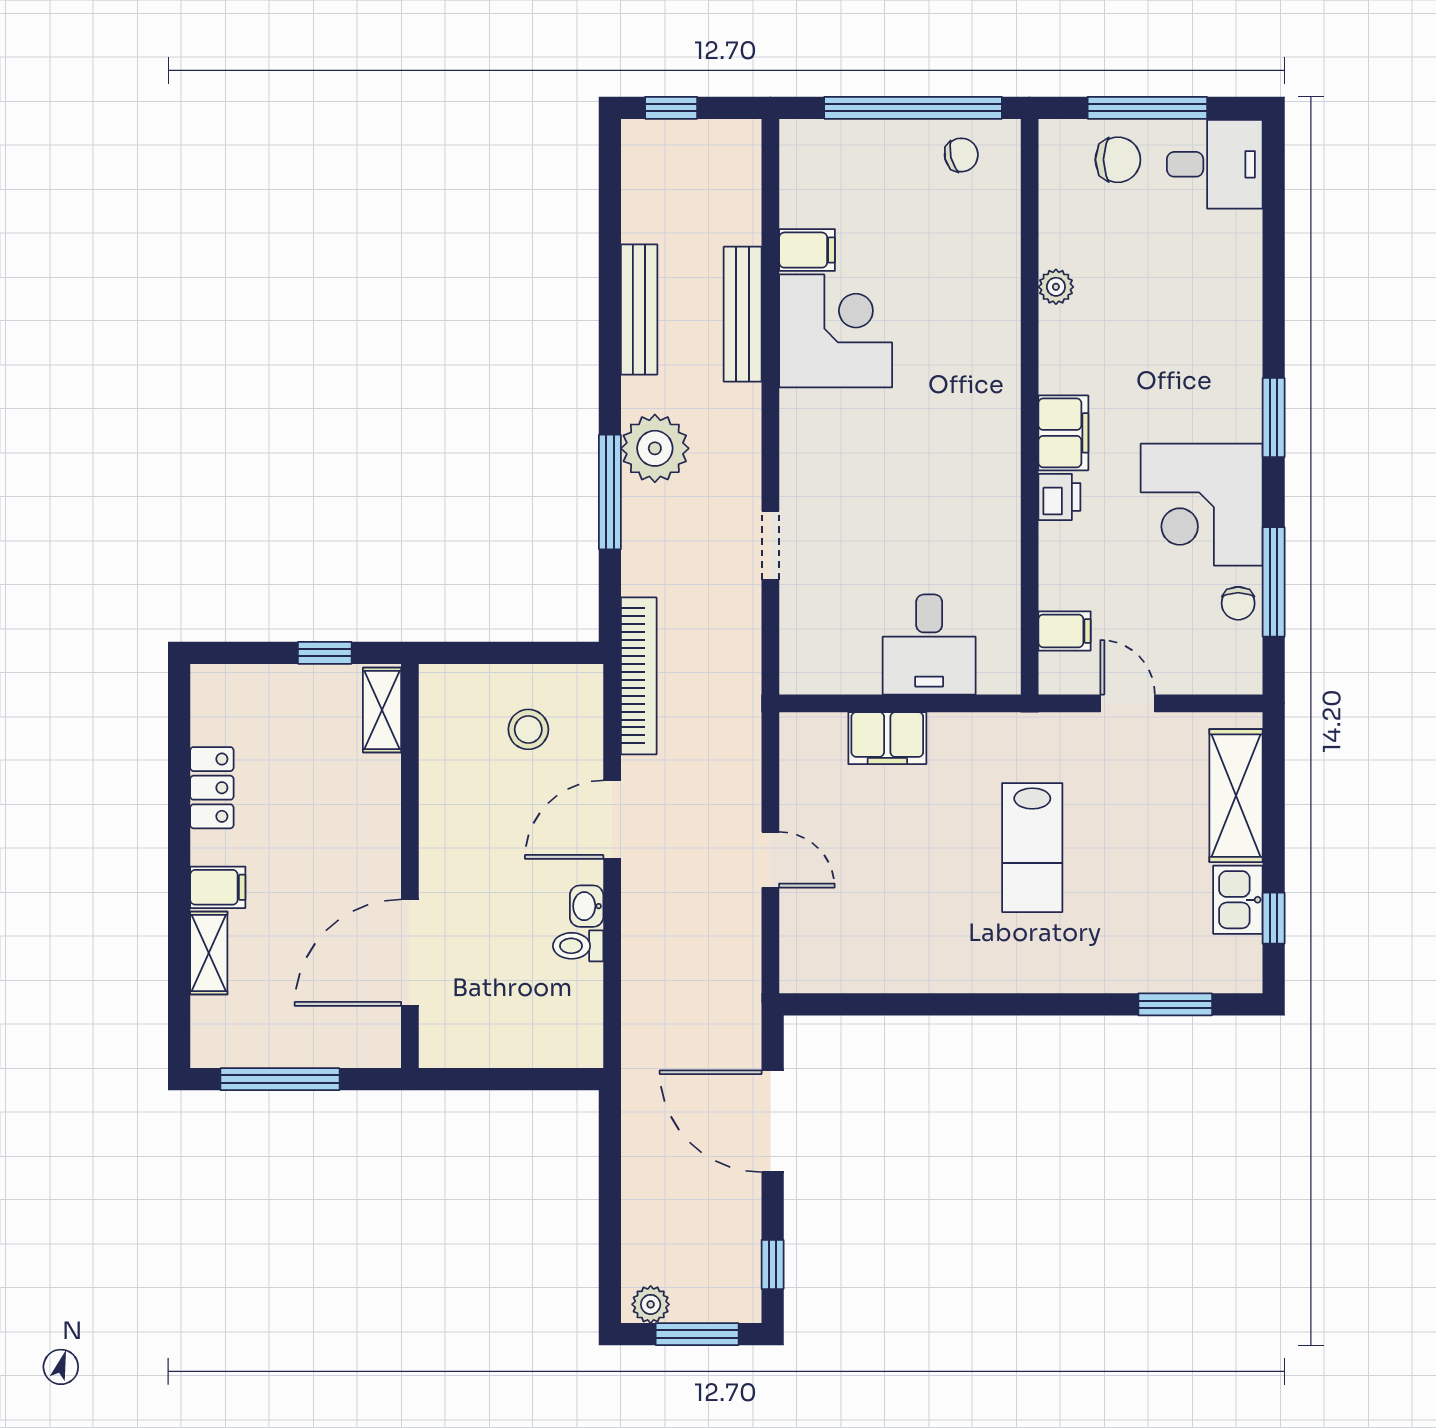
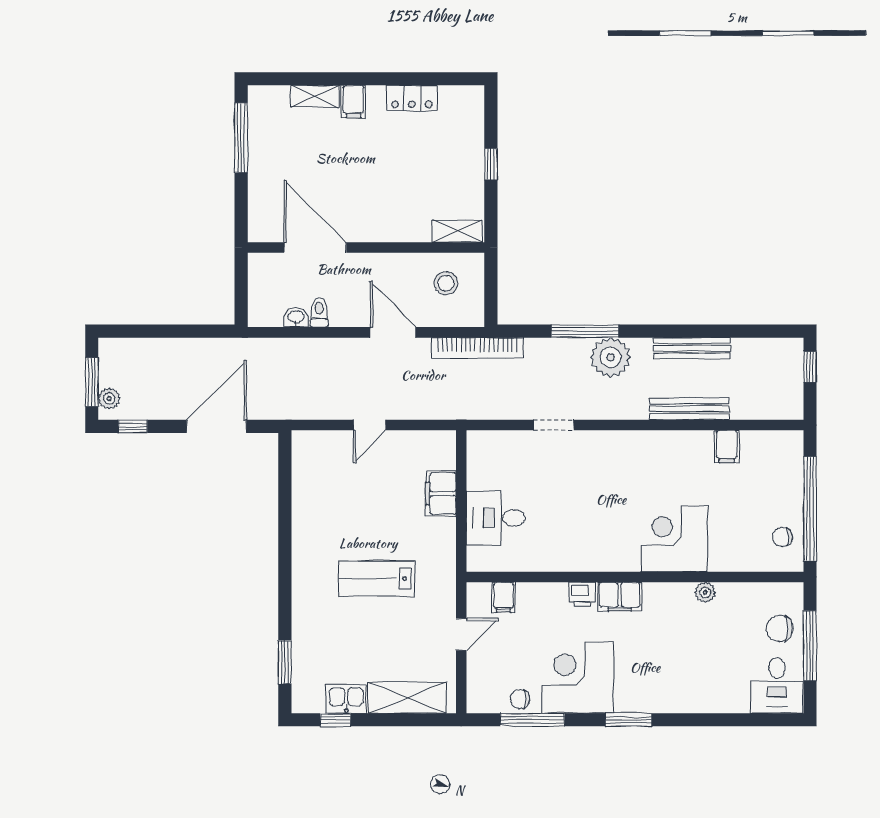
chair: (961, 155) -> (782, 537), turned 104
chair: (1118, 160) -> (780, 629), turned 90
corner desk: (836, 331) -> (674, 539), moved, turned 180
shelving: (382, 710) -> (457, 231), moved
wall: (410, 866) -> (366, 247), moved
washbasin: (587, 906) -> (296, 317), moved
door: (410, 953) -> (315, 247), moved
plant: (651, 1304) -> (109, 399), moved

